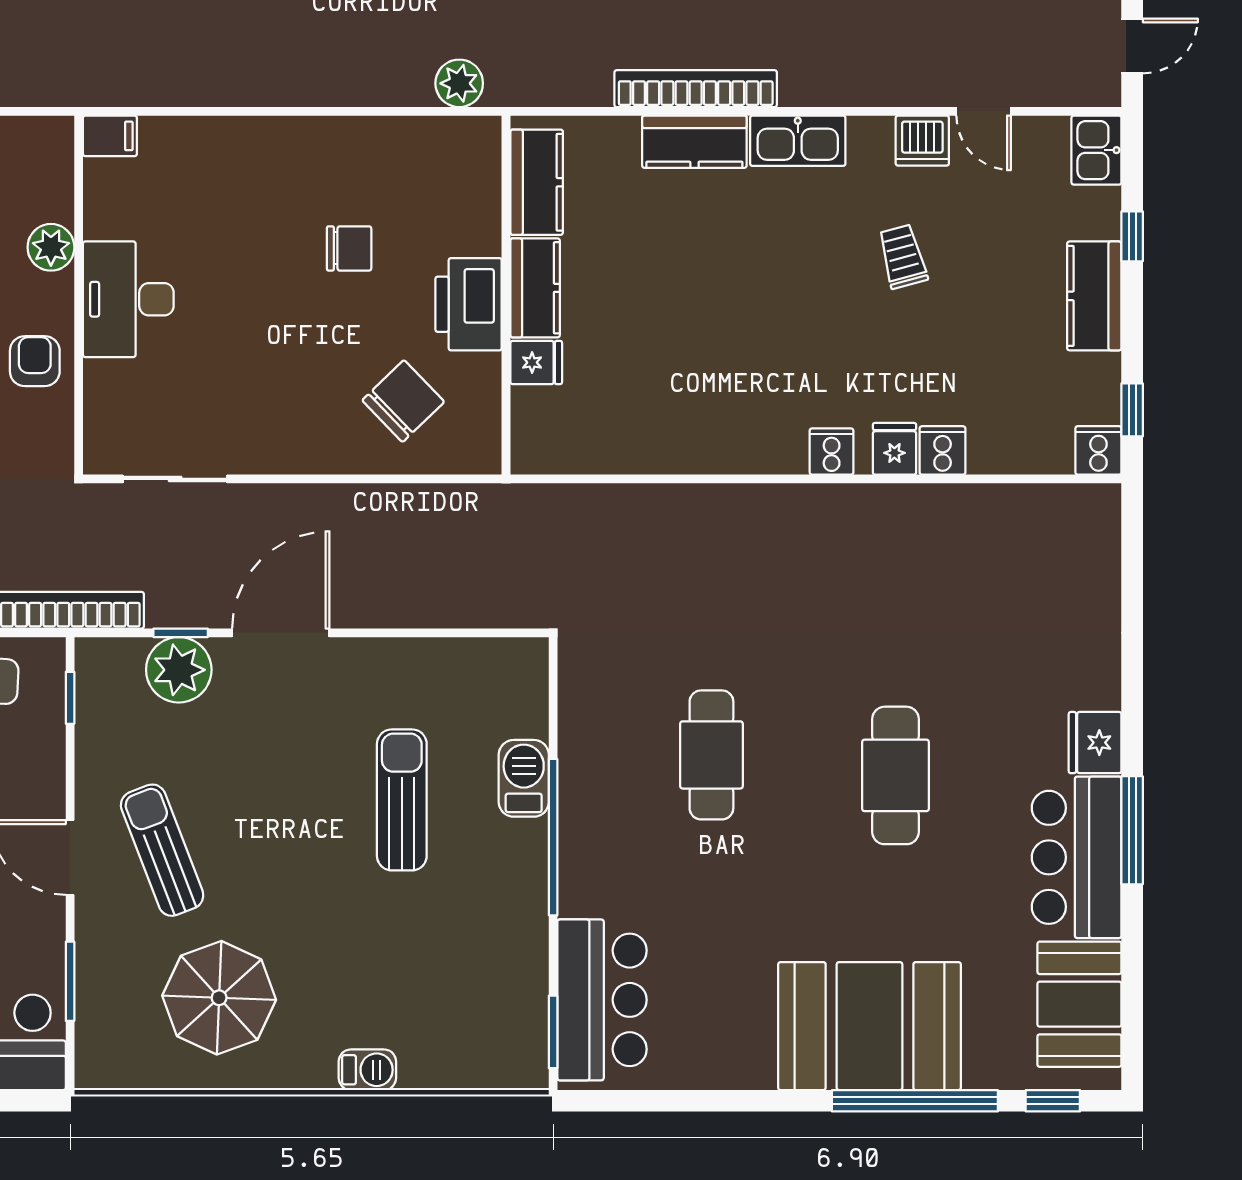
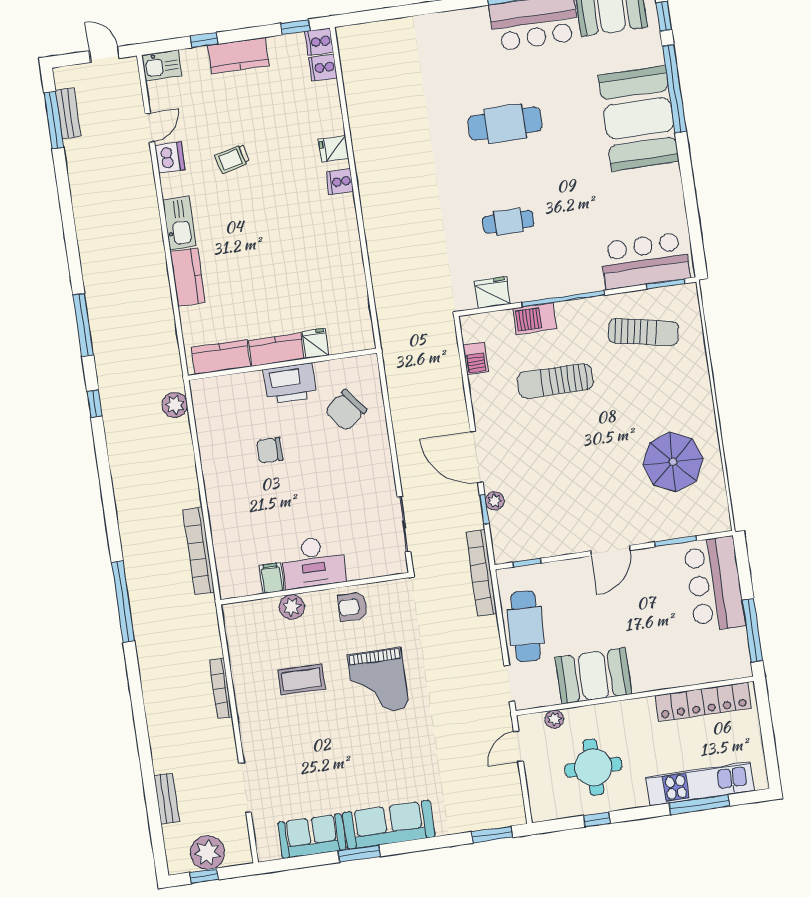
bookcase: (696, 89) -> (199, 551), moved
filing cabinet: (110, 136) -> (272, 578), moved
chair: (349, 248) -> (270, 450), turned -90
chair: (403, 401) -> (346, 410), turned -84
cooker: (943, 450) -> (323, 68), moved
plant: (179, 670) -> (495, 501), width x0.53, depth x0.53
fridge: (1095, 743) -> (493, 292), moved, turned 180
cafe table: (711, 755) -> (508, 222), width x0.73, depth x0.74
sun lounger: (162, 850) -> (643, 332), moved, turned -148
barbecue: (367, 1070) -> (476, 358), moved, turned 180

